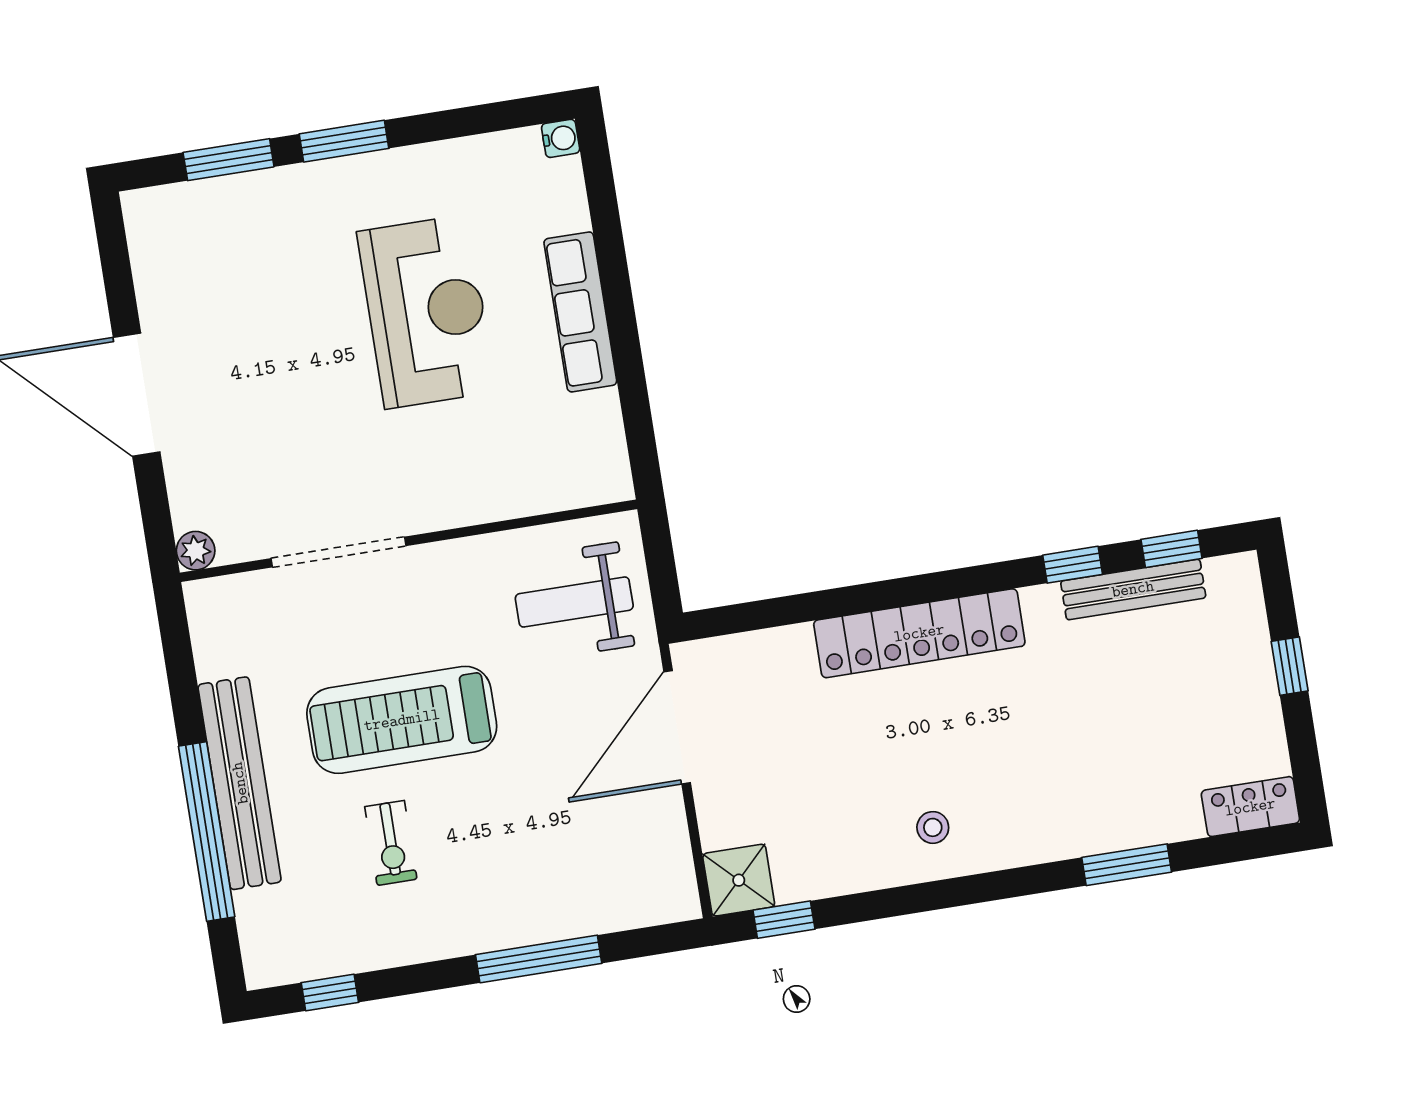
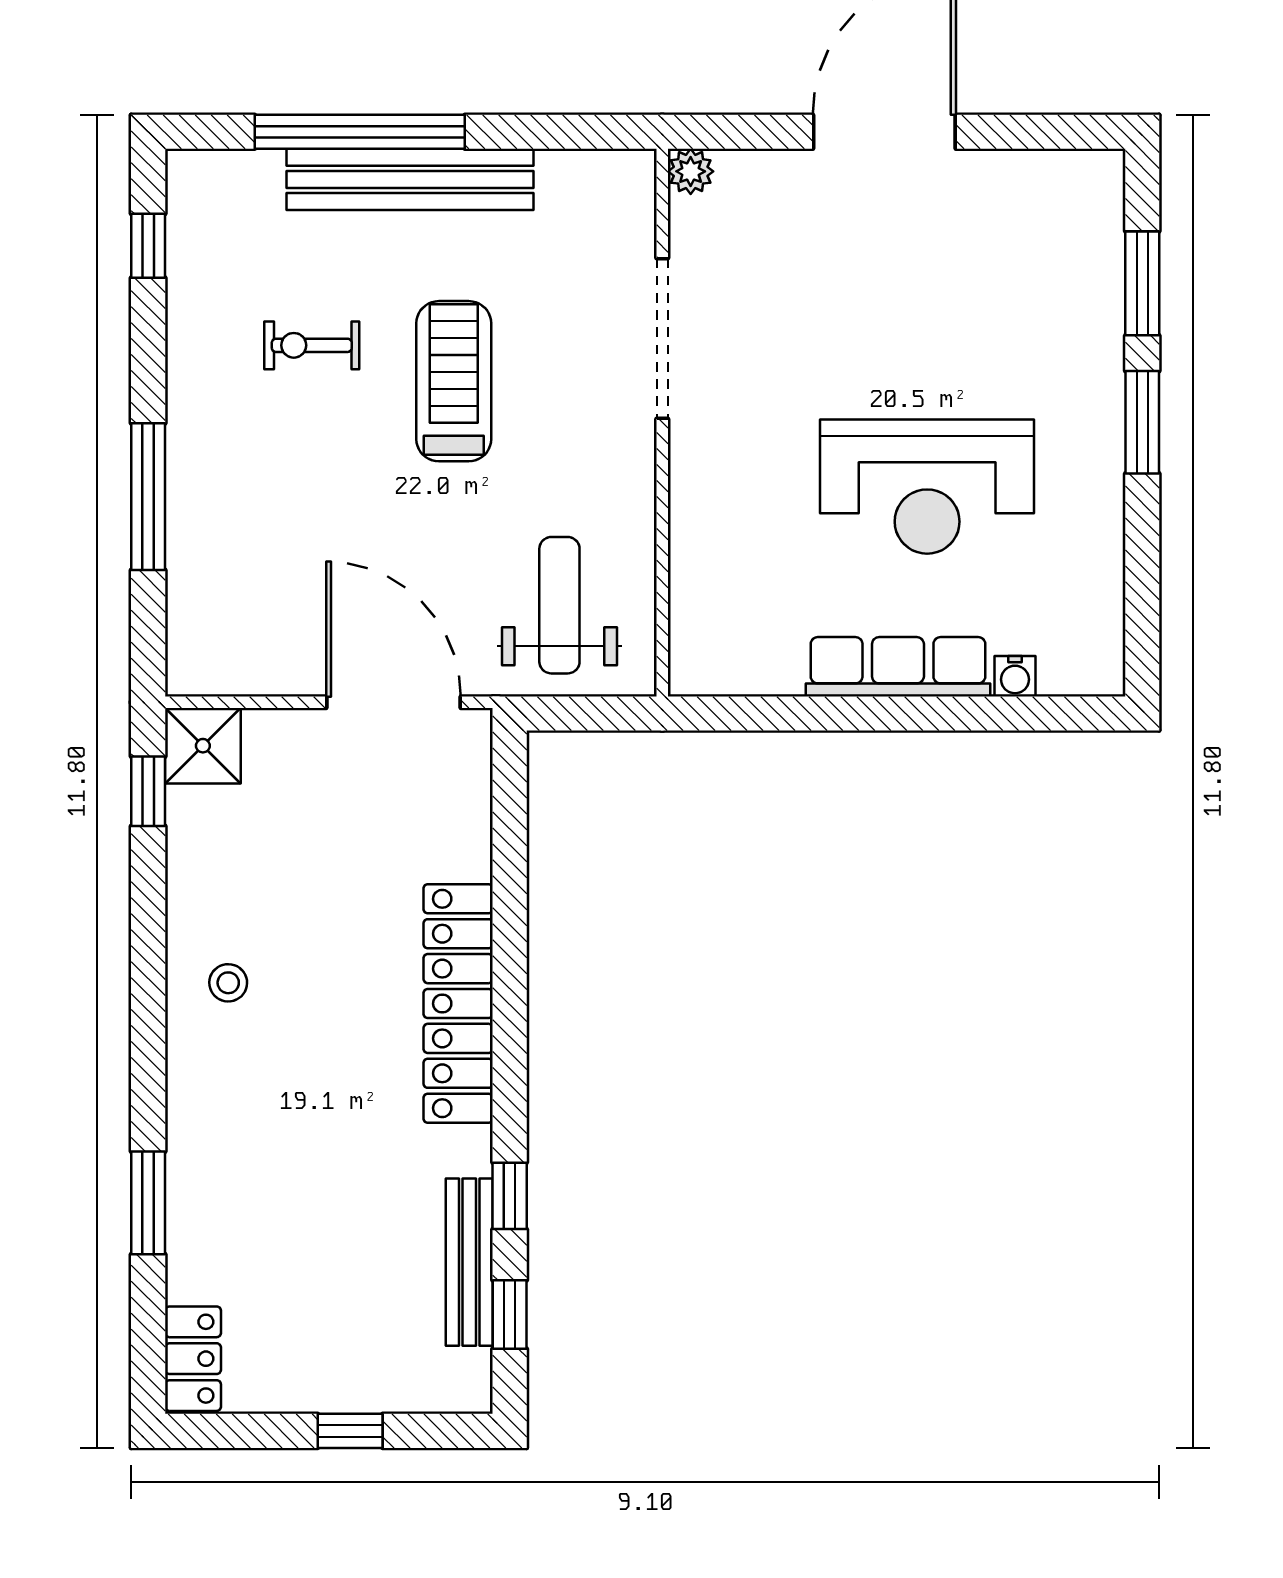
water cooler: (561, 138) -> (1015, 676), moved
treadmill: (402, 720) -> (454, 381), width x0.73, depth x0.73

